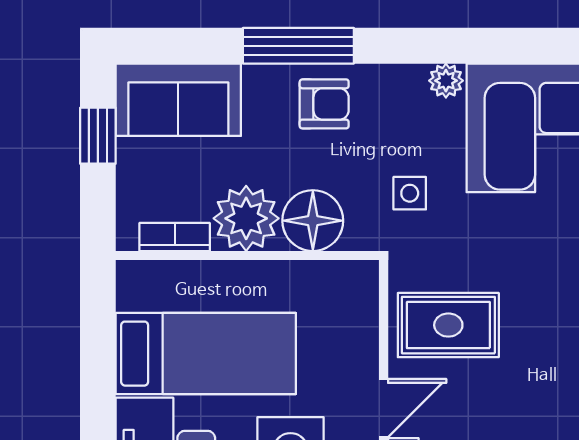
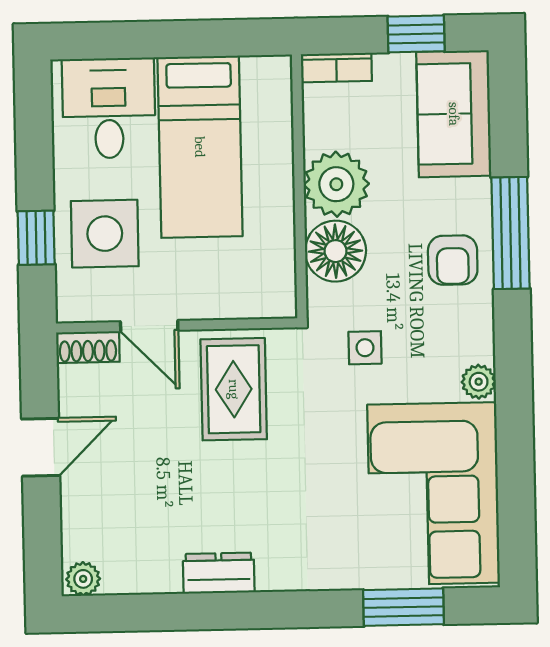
bookcase: (175, 237) -> (336, 68), moved, turned 90

